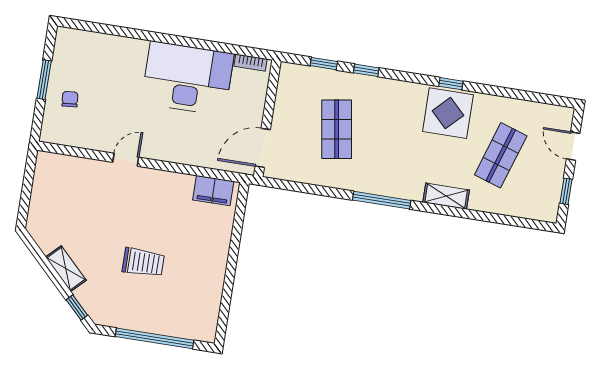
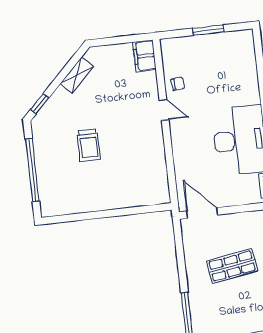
chair: (70, 99) -> (178, 84), moved
filing cabinet: (213, 191) -> (144, 56), moved
shelving: (66, 269) -> (77, 75), moved

